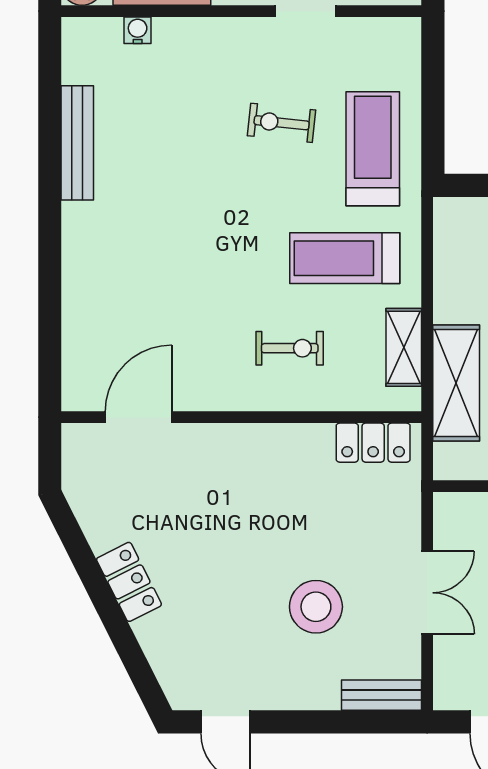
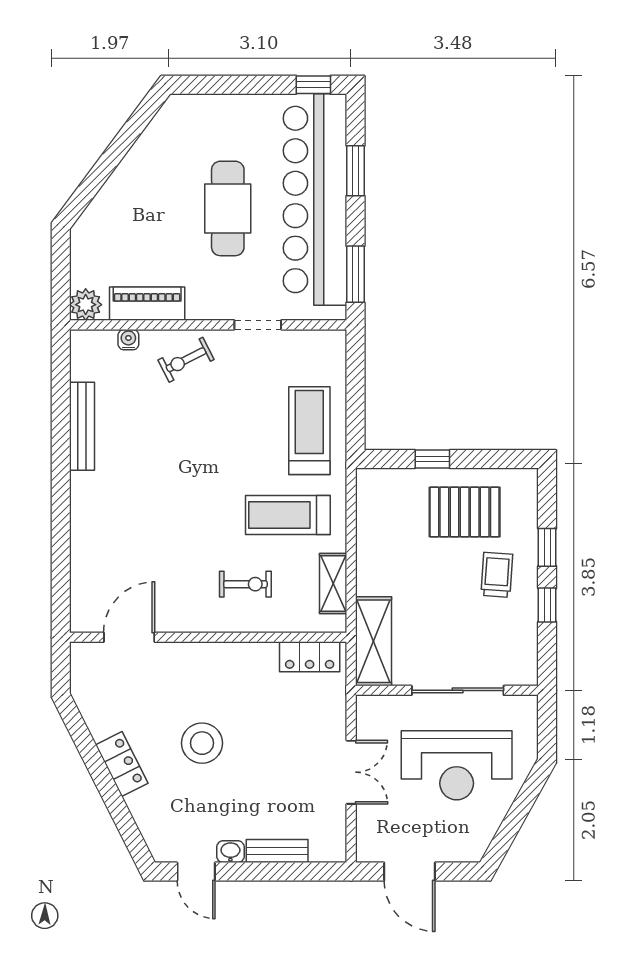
exercise bike: (282, 123) -> (186, 360), moved, turned -33
shelving: (456, 383) -> (373, 641), moved
stool: (316, 607) -> (202, 743), moved
bench: (381, 695) -> (277, 851), moved
washbasin: (270, 696) -> (230, 852), added

